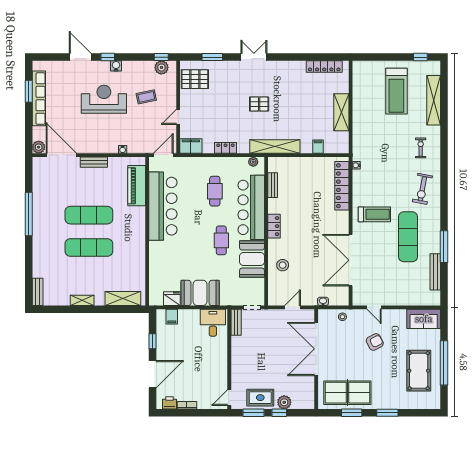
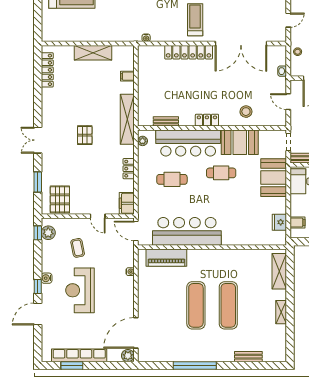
bench: (94, 162) -> (143, 300), removed
locker: (342, 186) -> (189, 52), moved
bench: (38, 292) -> (248, 357), moved
booth: (200, 293) -> (274, 178), moved

